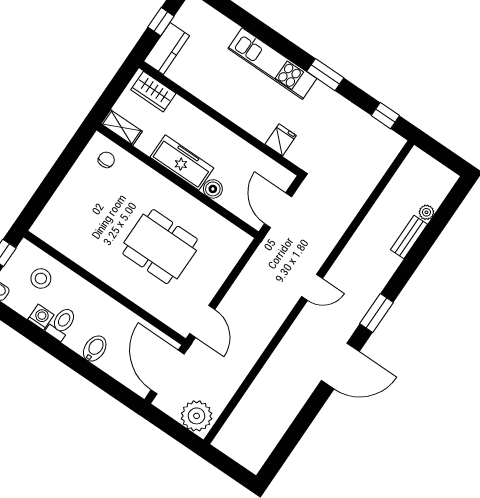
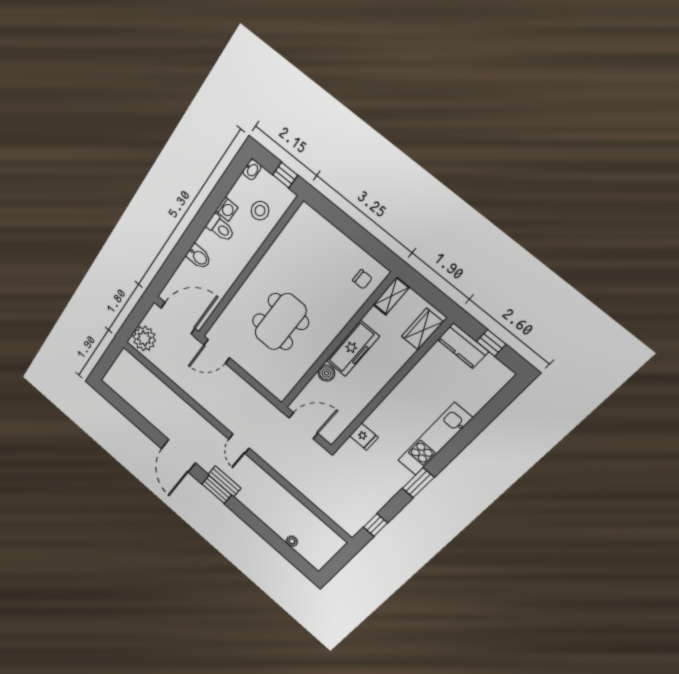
bench: (409, 237) -> (225, 481), moved

